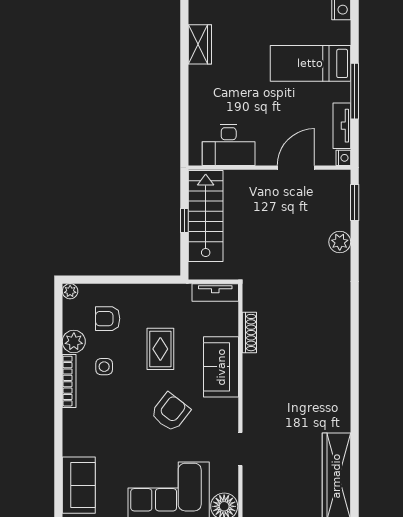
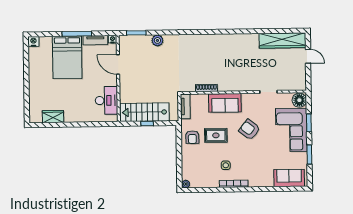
bed: (310, 63) -> (67, 57), width x1.50
armchair: (108, 319) -> (192, 137), moved
plant: (74, 342) -> (213, 182), removed

